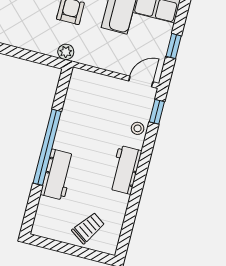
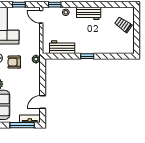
window: (47, 147) -> (87, 56), width x0.32
workbench: (58, 175) -> (62, 47), moved

